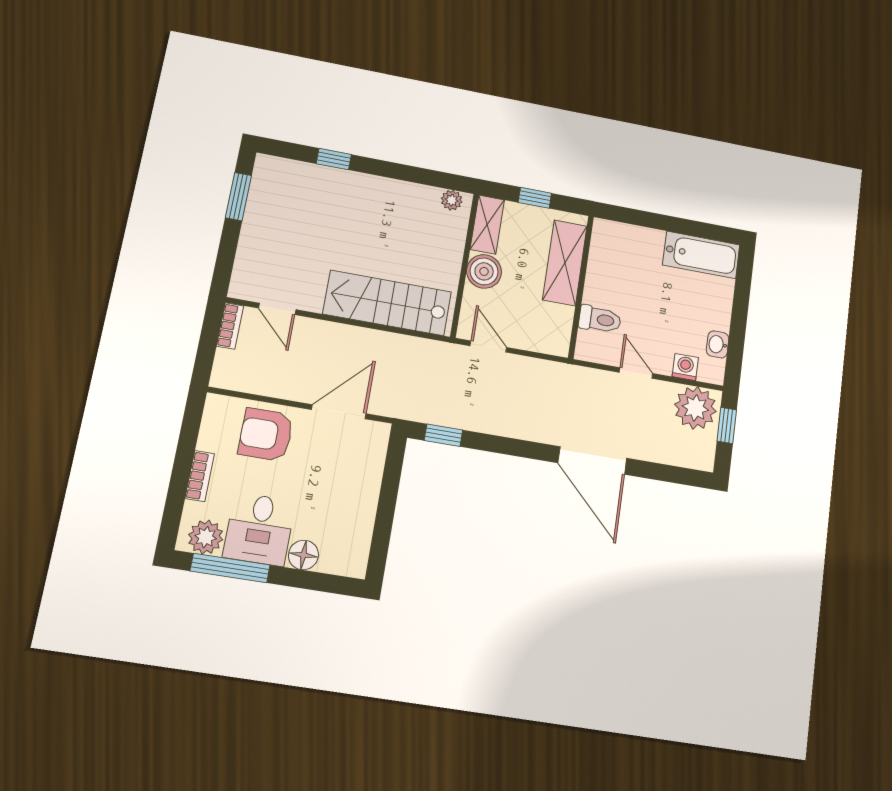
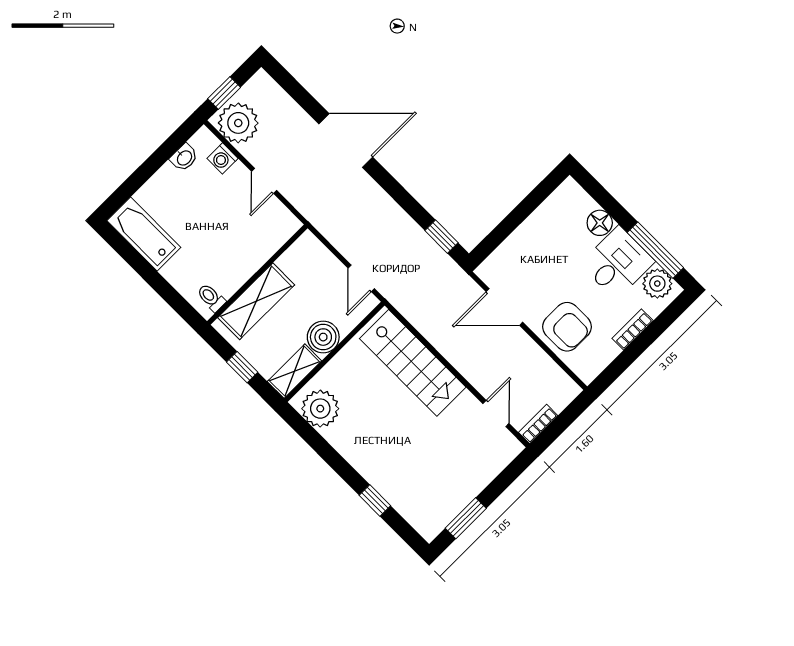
plant: (452, 200) -> (320, 409), width x1.87, depth x1.87
toilet: (600, 319) -> (211, 298), moved, width x0.73, depth x0.72
door: (592, 461) -> (346, 141), hinge flipped

